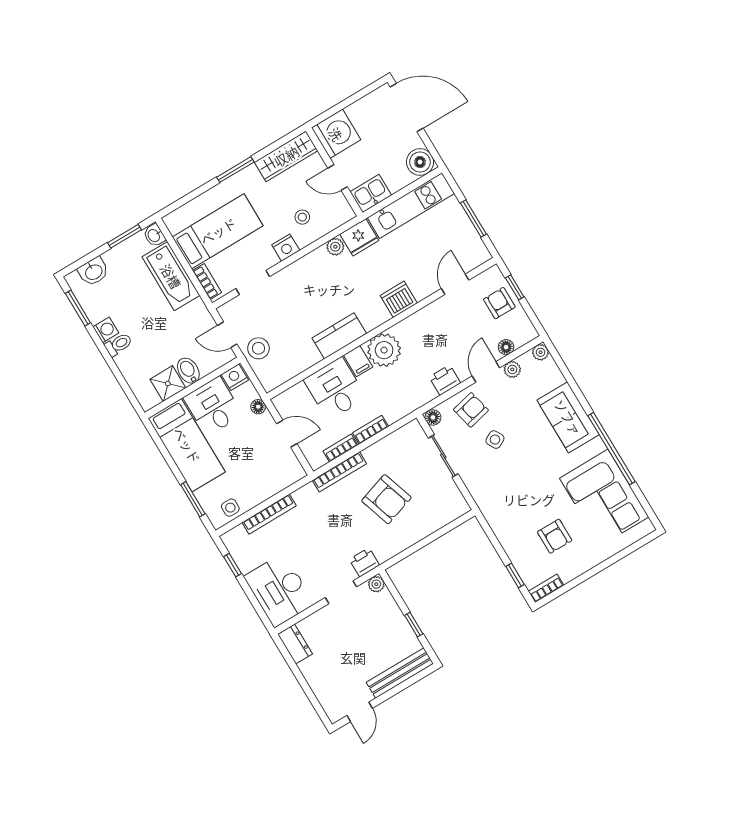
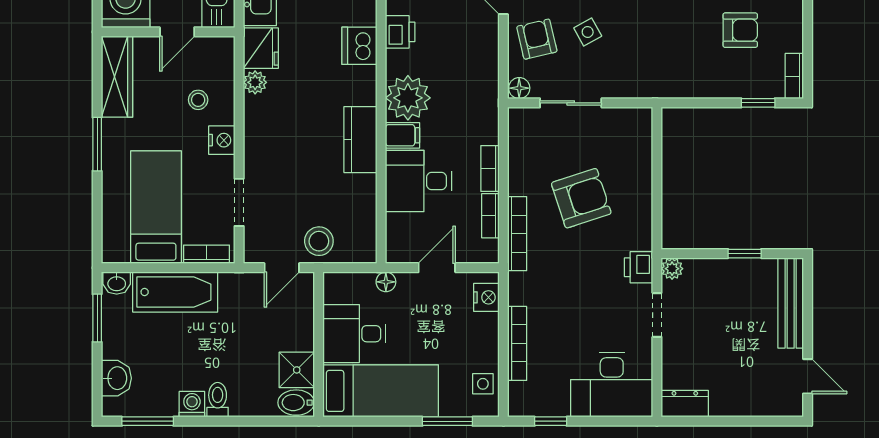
bidet: (188, 371) -> (296, 403), moved
nightstand: (235, 377) -> (486, 297), moved, turned 180
printer: (445, 380) -> (400, 32), moved, turned 180

